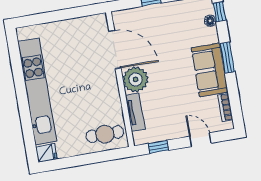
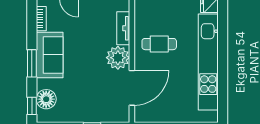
floor lamp: (210, 21) -> (46, 99), width x1.89, depth x1.89
door: (115, 50) -> (132, 88), swing flipped
cafe table: (105, 134) -> (159, 44), moved

